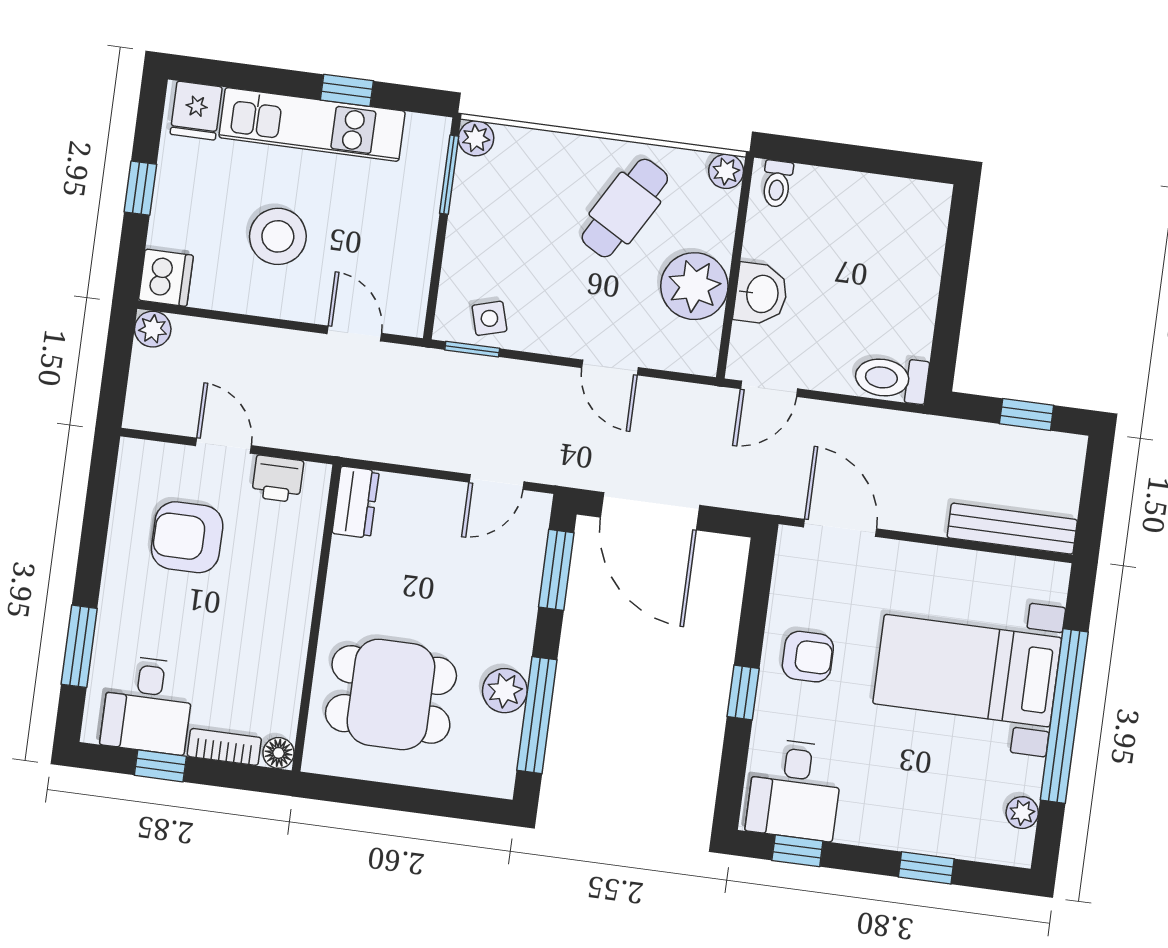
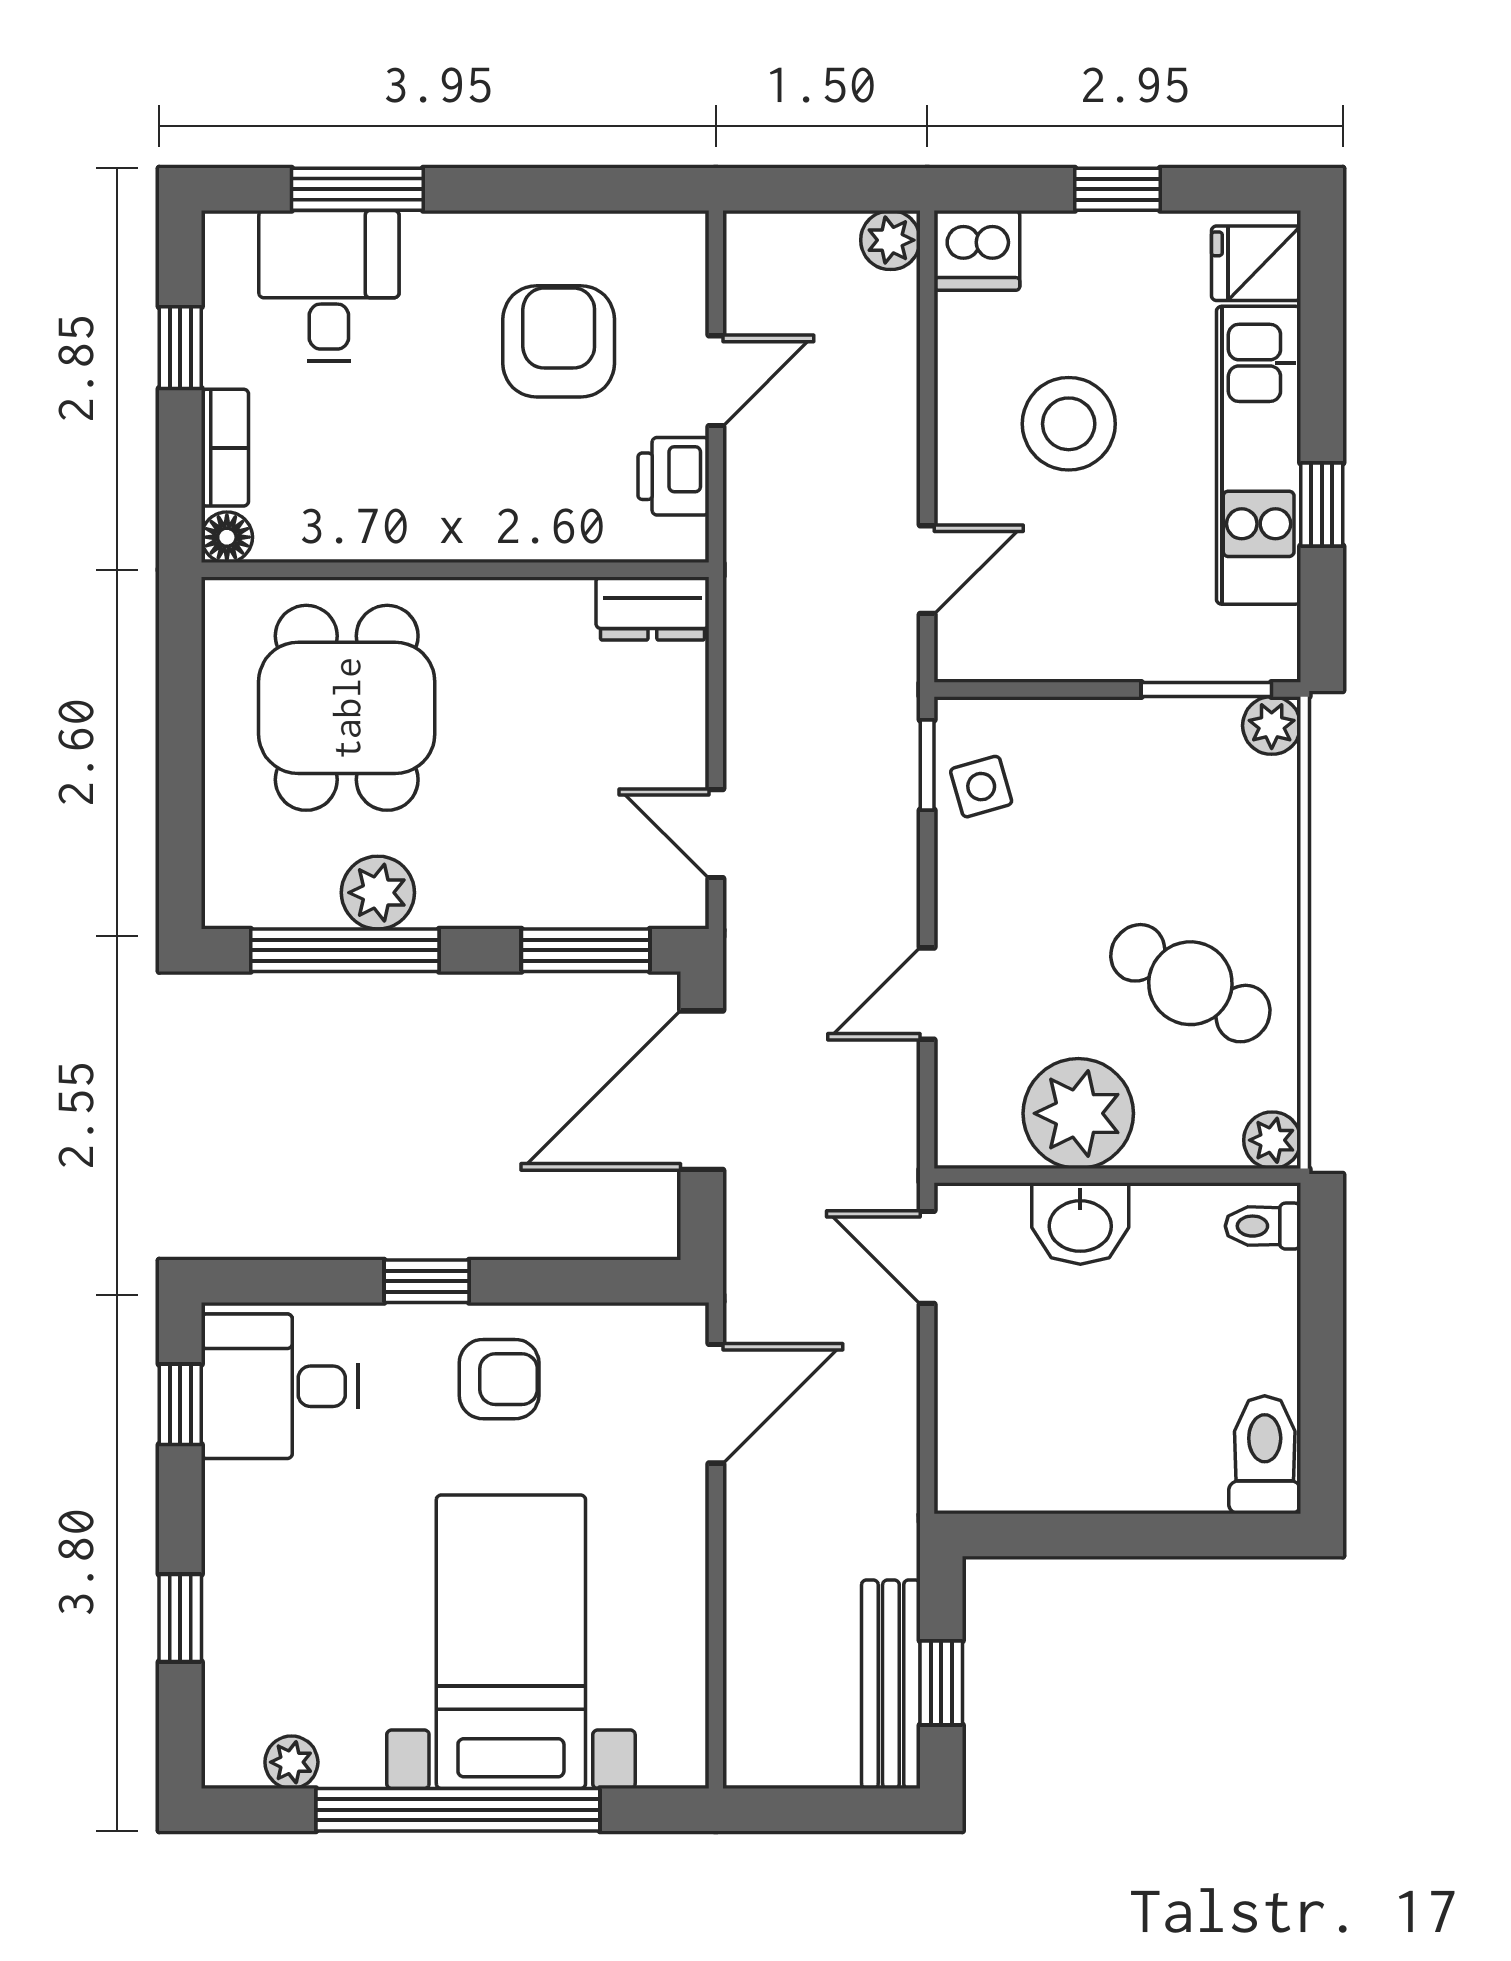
toilet: (891, 379) -> (1265, 1455), moved
bench: (1012, 529) -> (891, 1684), moved
armchair: (808, 657) -> (499, 1379), turned -90
desk: (148, 705) -> (329, 286), moved, turned 90

